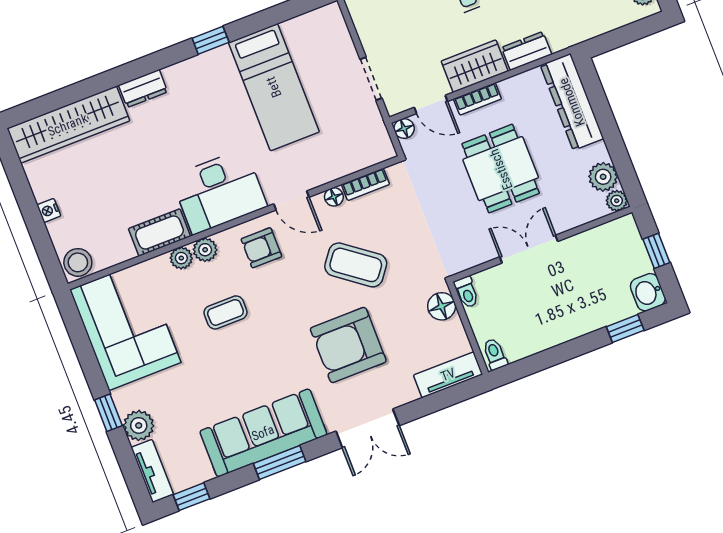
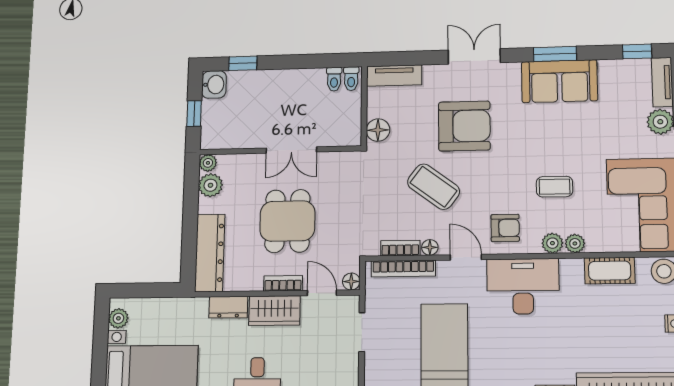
bookcase: (354, 163) -> (403, 269), added
cot: (159, 232) -> (610, 271), moved
toilet: (467, 292) -> (334, 79), moved, turned 180
sofa: (263, 433) -> (559, 81), width x0.73

